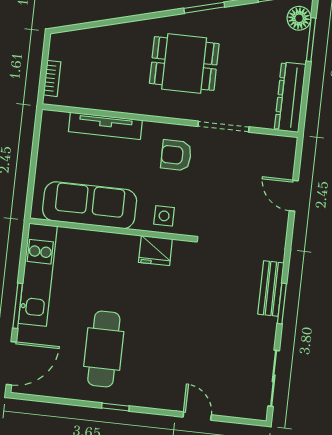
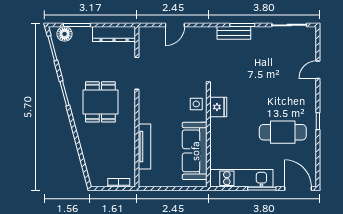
armchair: (176, 155) -> (158, 101), removed

